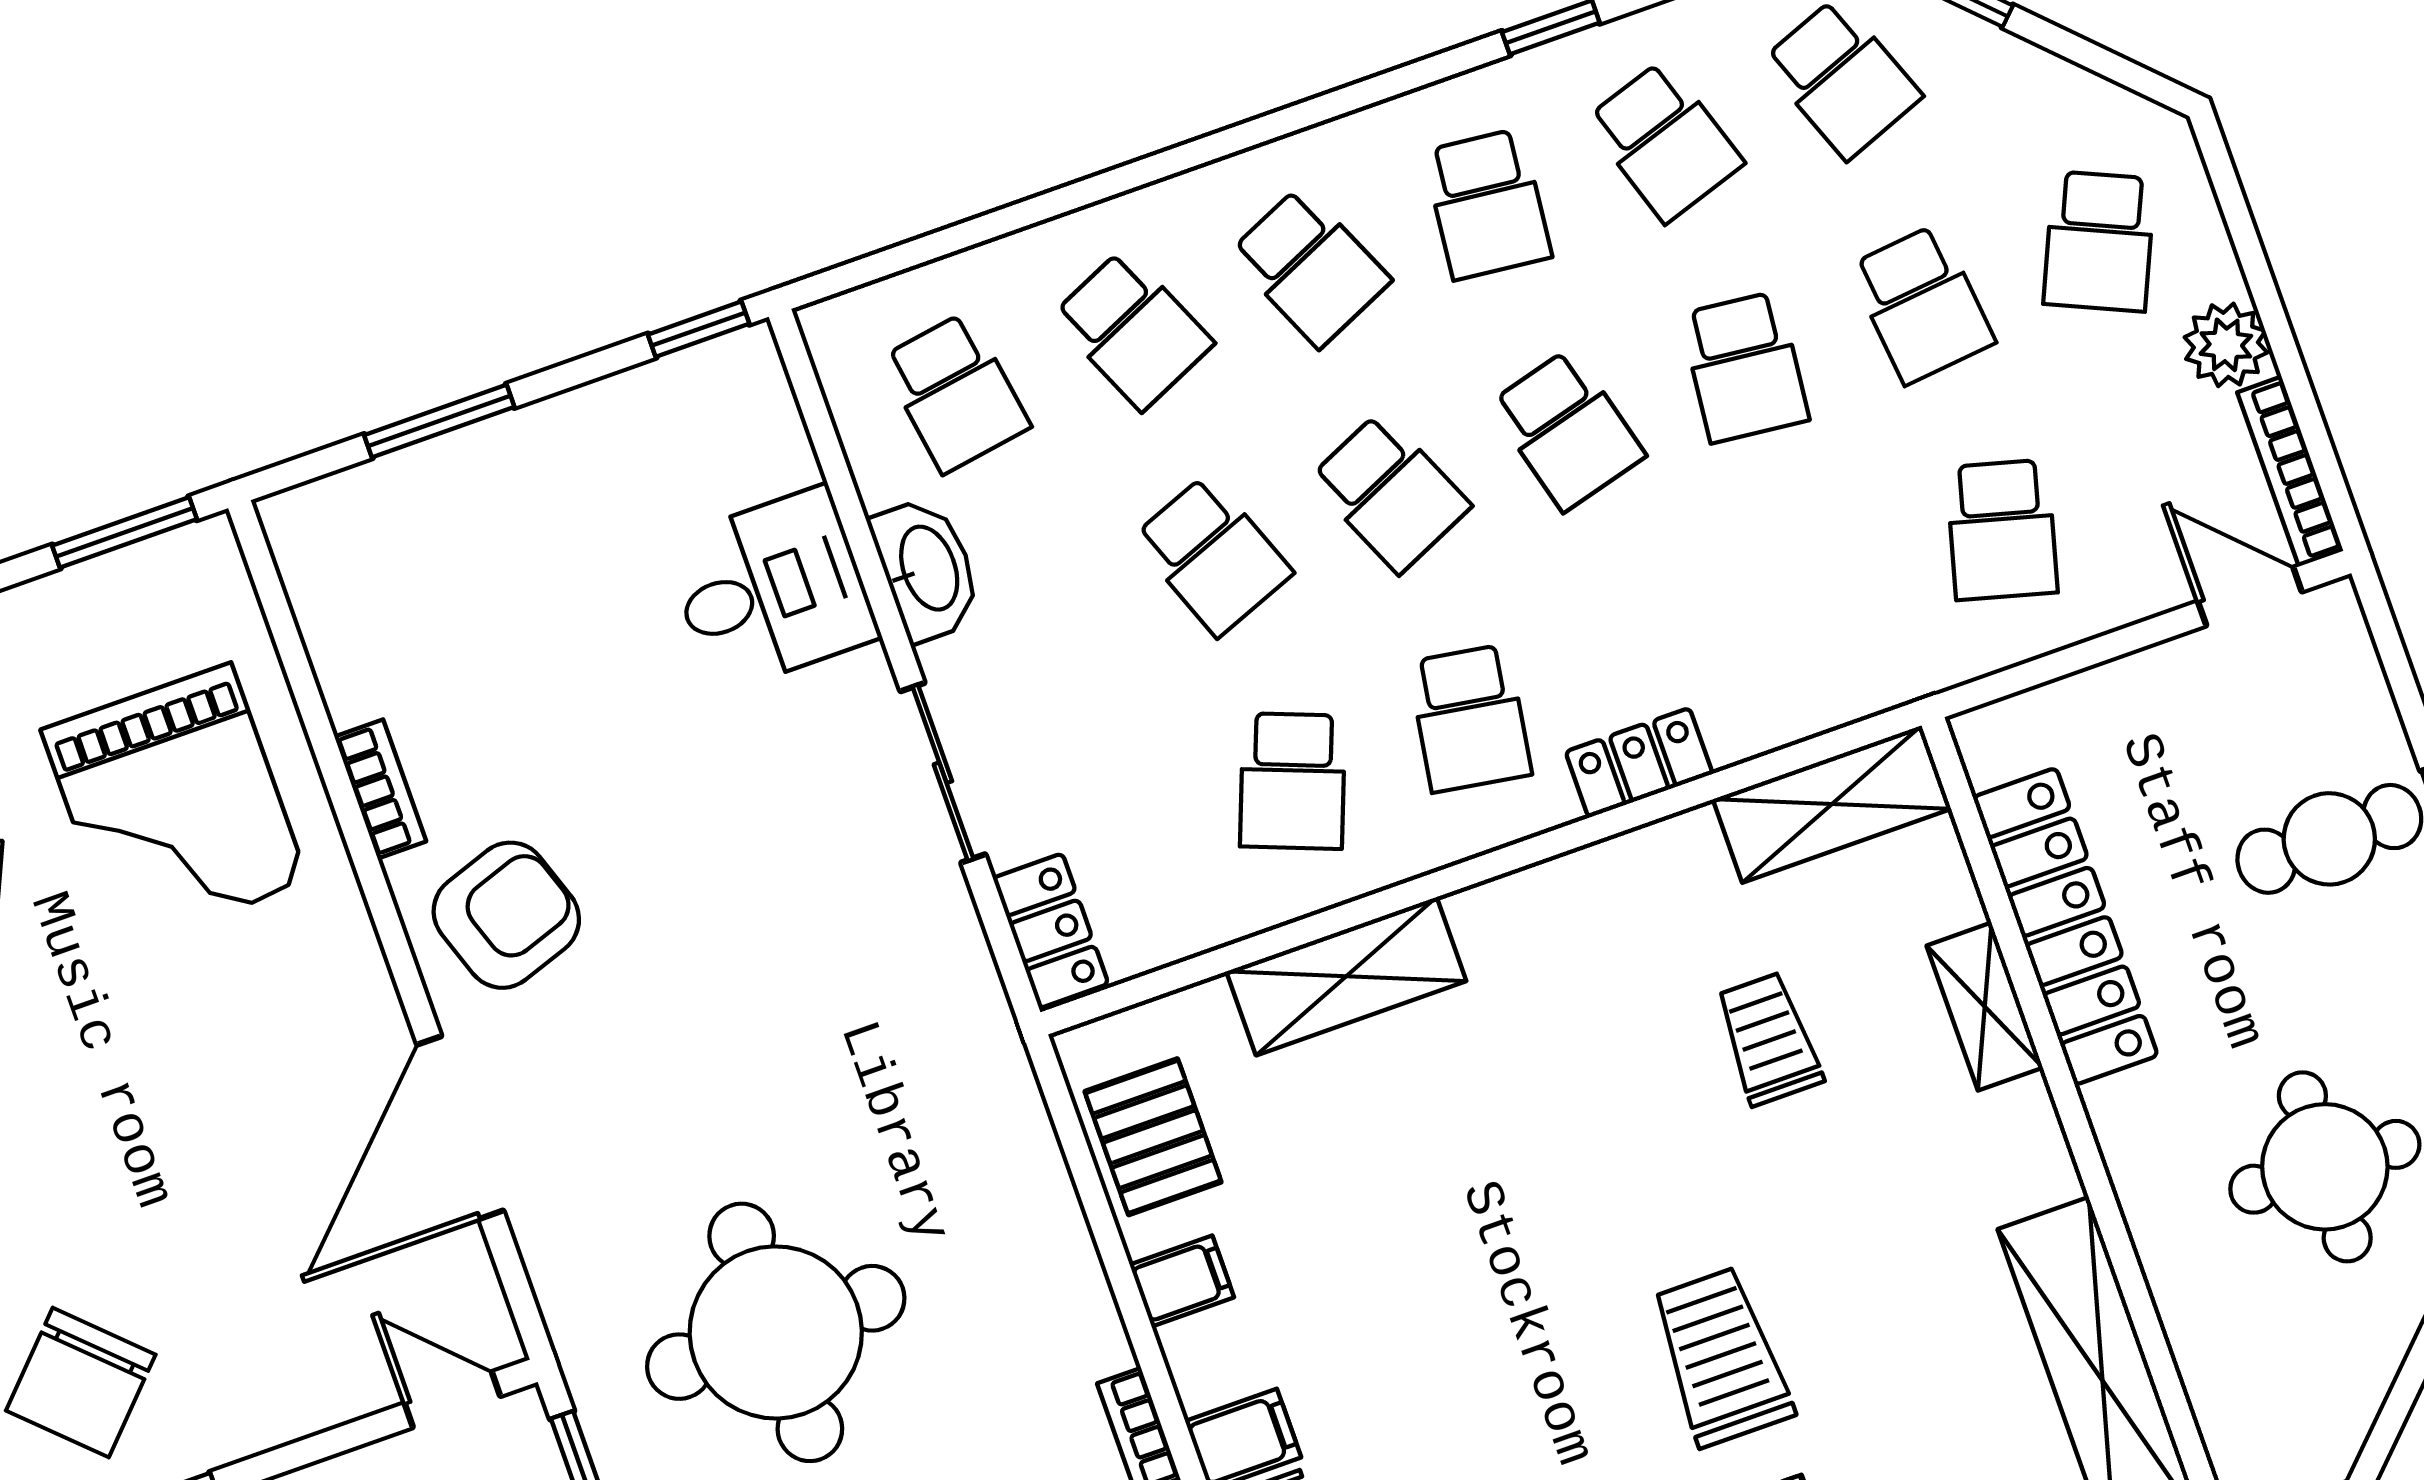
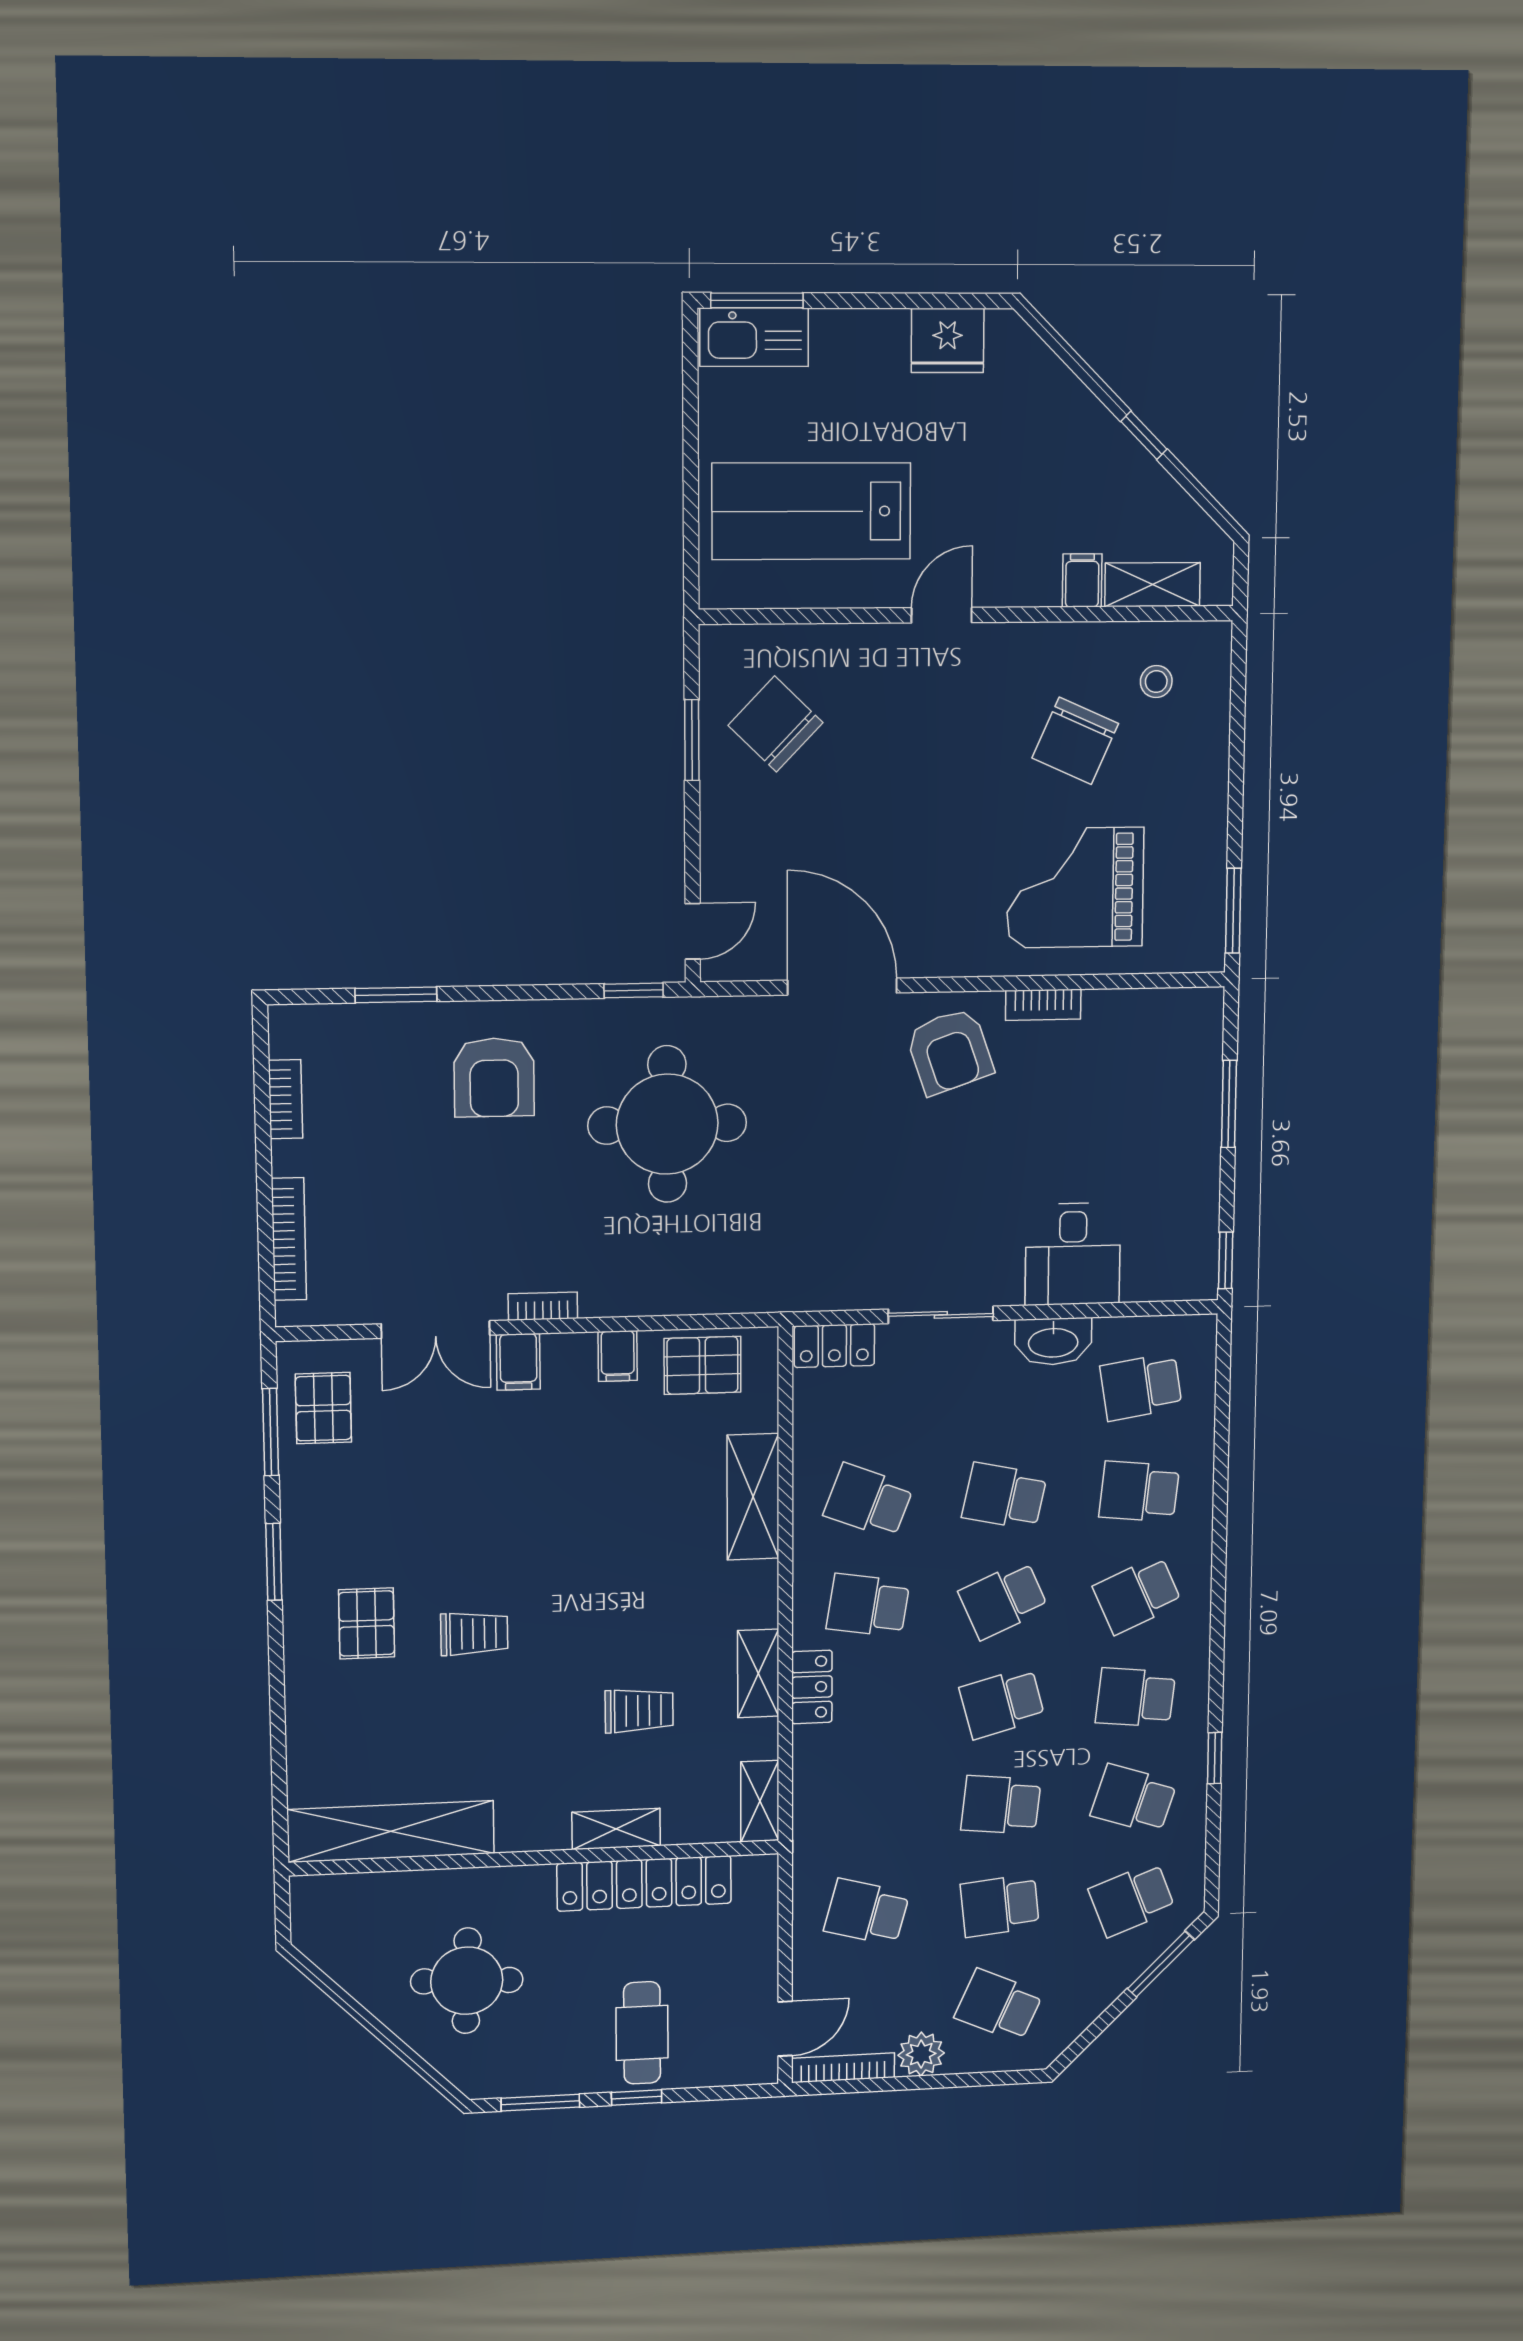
school desk: (1665, 141) -> (1134, 1799), turned 36
school desk: (1133, 330) -> (1139, 1491), turned 30
school desk: (1213, 555) -> (1004, 1496), turned 33
shelving: (1832, 804) -> (760, 1801), width x0.67, depth x0.75
shelving: (1644, 862) -> (758, 1673), added
trolley: (1721, 1357) -> (474, 1634), width x0.73, depth x0.72

